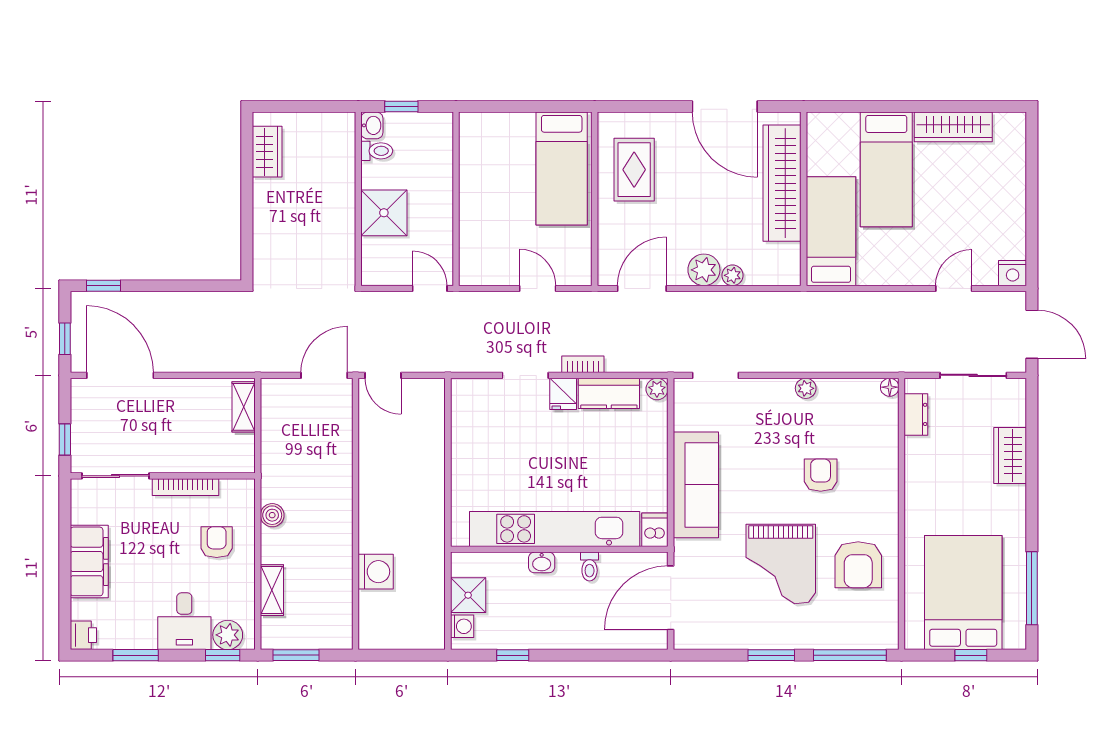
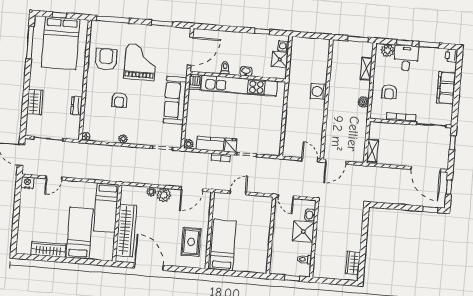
washbasin: (372, 125) -> (310, 215), moved
door: (538, 288) -> (238, 193), swing flipped
dresser: (916, 414) -> (77, 106), moved
washing machine: (376, 572) -> (318, 91), moved
window: (223, 655) -> (405, 43), moved
window: (771, 655) -> (162, 23), moved

